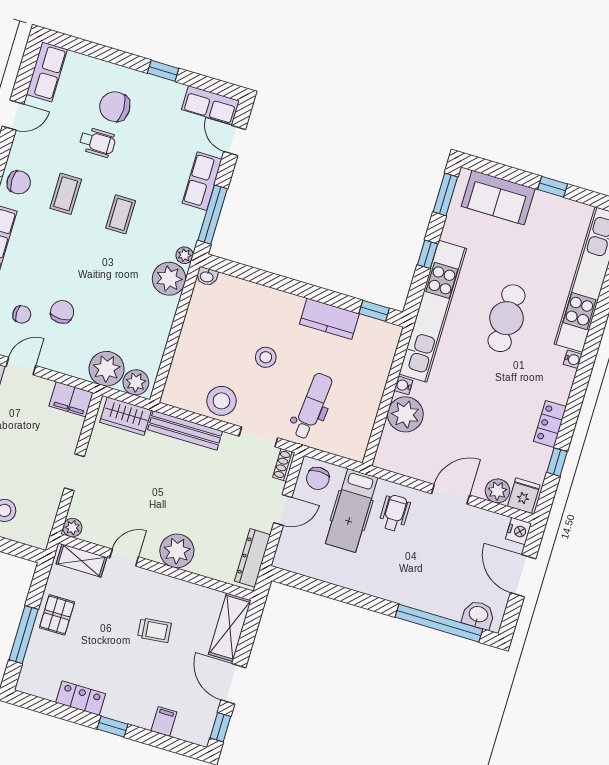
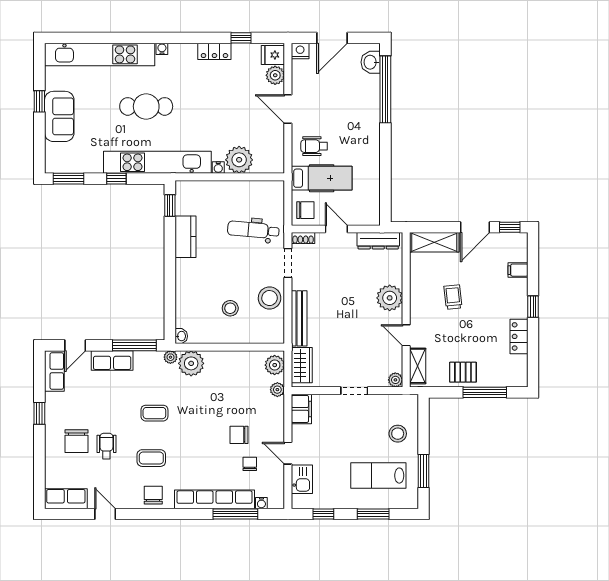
sofa: (498, 198) -> (59, 116), moved
stool: (266, 357) -> (230, 308), moved
plant: (107, 369) -> (277, 390), width x0.53, depth x0.53

